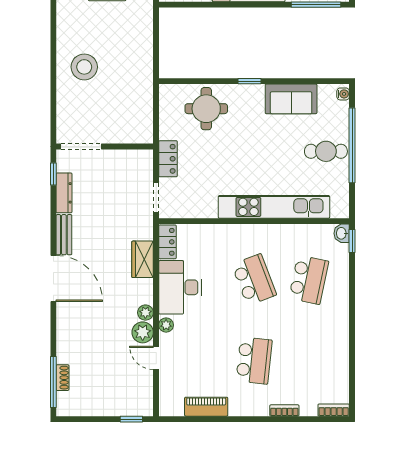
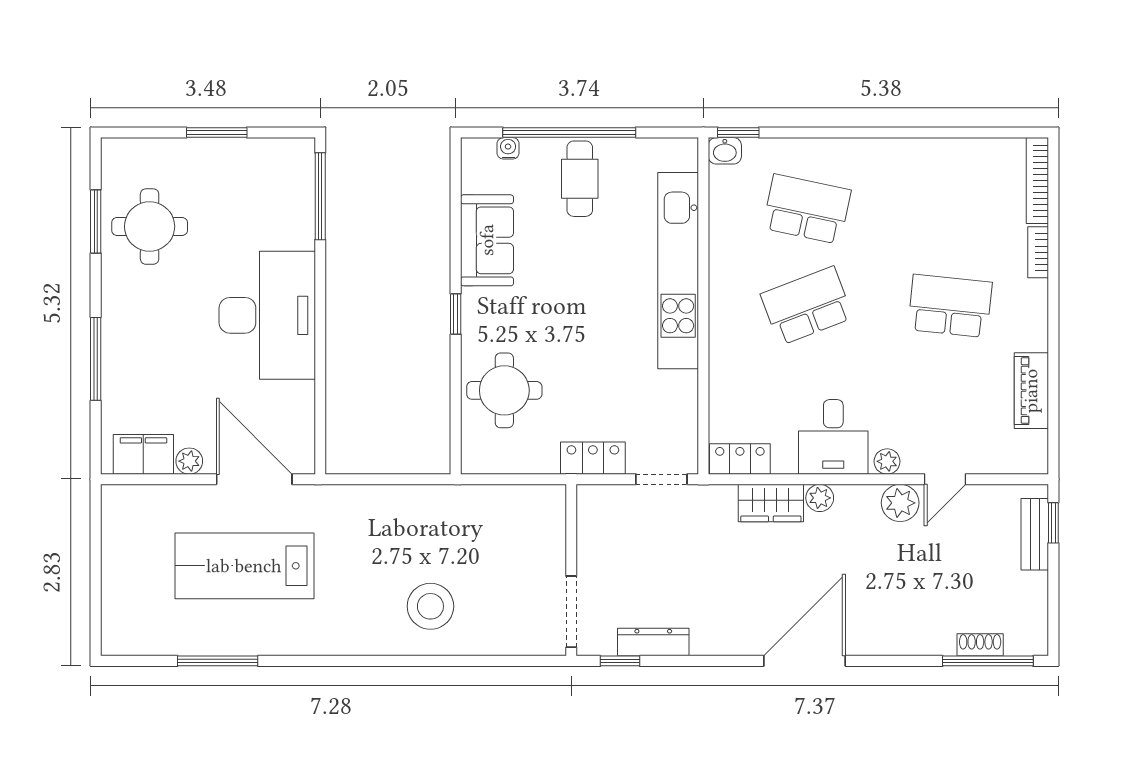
water cooler: (343, 94) -> (508, 148), moved
bench: (64, 235) -> (1035, 534), moved, turned 90
desk: (180, 287) -> (833, 437), width x0.73
plant: (145, 313) -> (820, 498), moved
bookcase: (334, 410) -> (1037, 181), width x1.56

